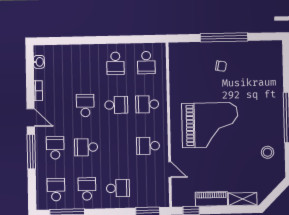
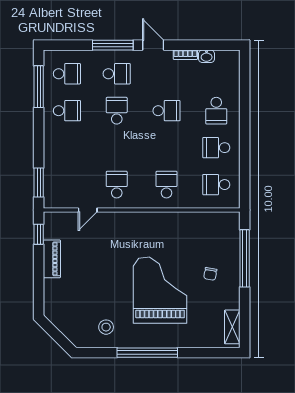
window: (224, 37) -> (245, 258), moved
washbasin: (39, 62) -> (207, 56), moved
school desk: (116, 105) -> (216, 111), moved
door: (31, 118) -> (153, 45), swing flipped
grand piano: (210, 125) -> (160, 290), moved, turned 180
school desk: (118, 188) -> (67, 148), removed
shelving: (243, 199) -> (232, 327), moved

